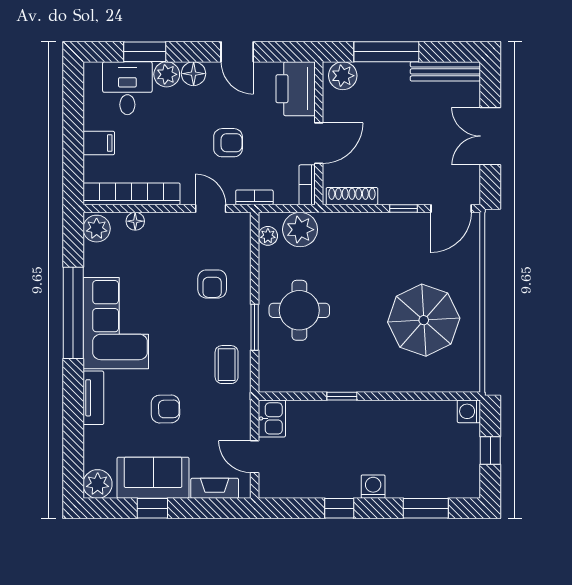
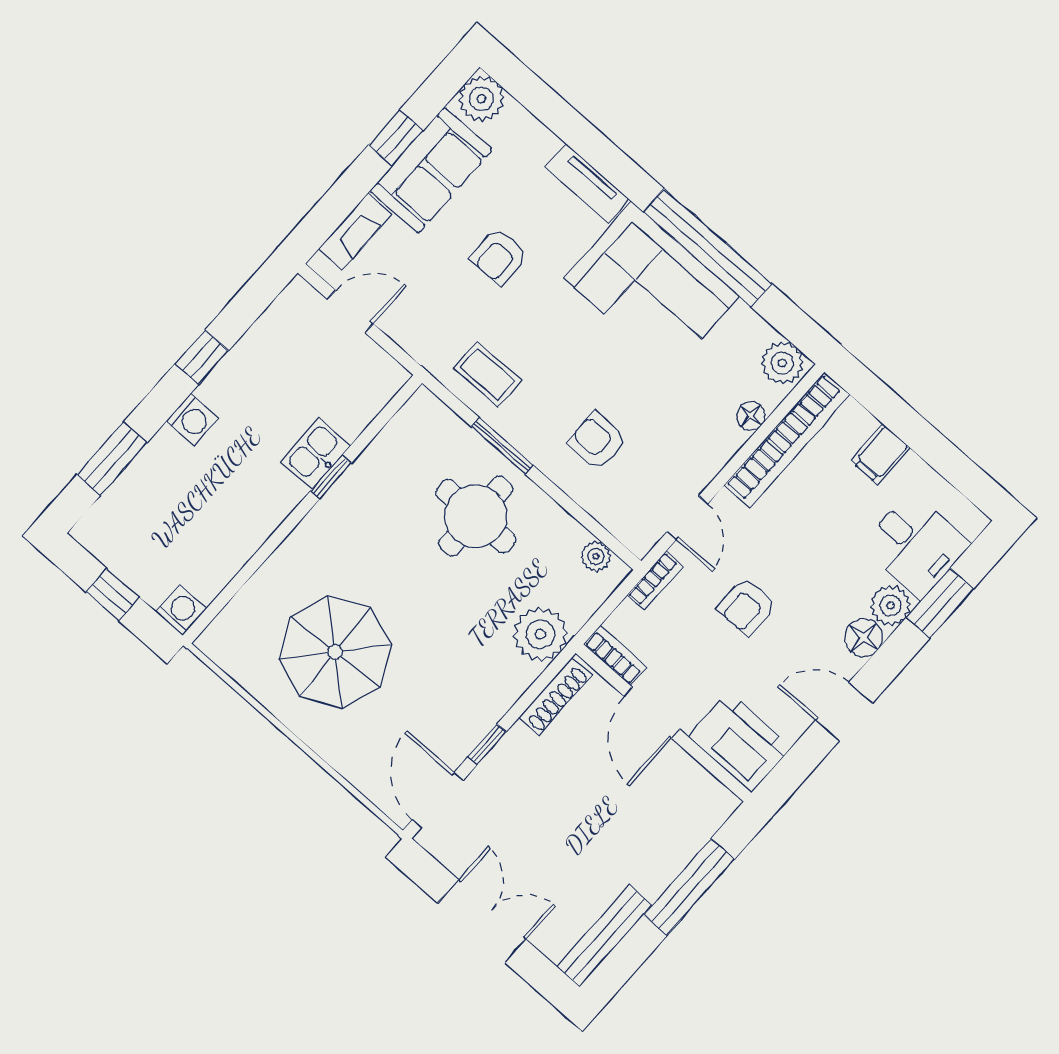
plant: (343, 76) -> (706, 811), removed
door: (211, 208) -> (687, 518), hinge flipped
plant: (300, 230) -> (540, 634), moved
kitchen sink: (272, 418) -> (315, 454), moved, turned 90

